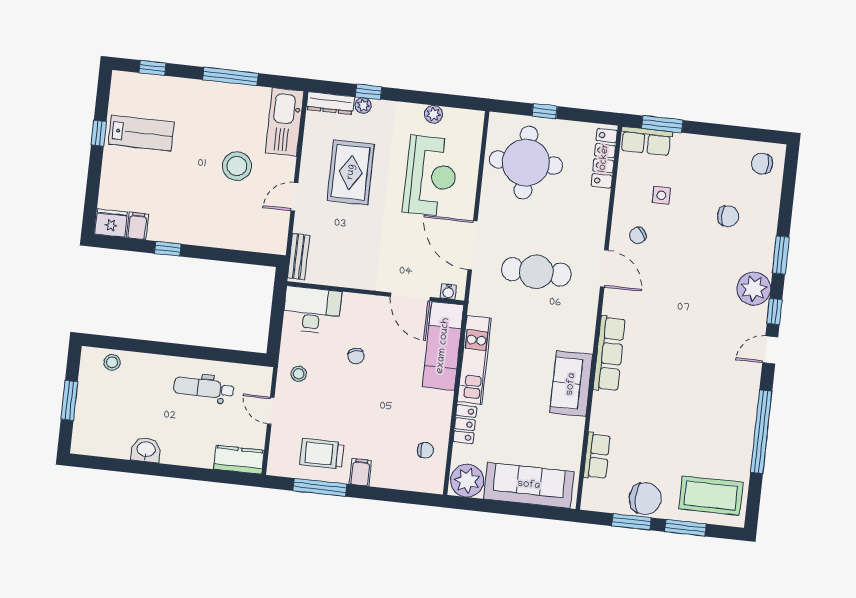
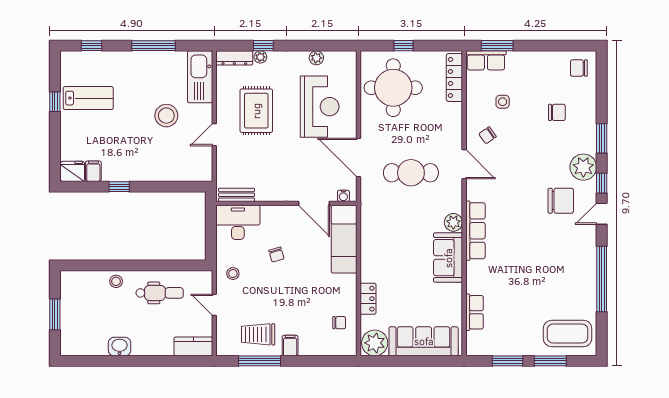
bench: (299, 257) -> (236, 195), moved, turned 90
plant: (583, 340) -> (453, 222), added
kitchen unit: (474, 360) -> (370, 247), removed
stool: (112, 362) -> (116, 281), moved
dental chair: (204, 388) -> (160, 293), turned 180
chair: (645, 499) -> (561, 201), moved

